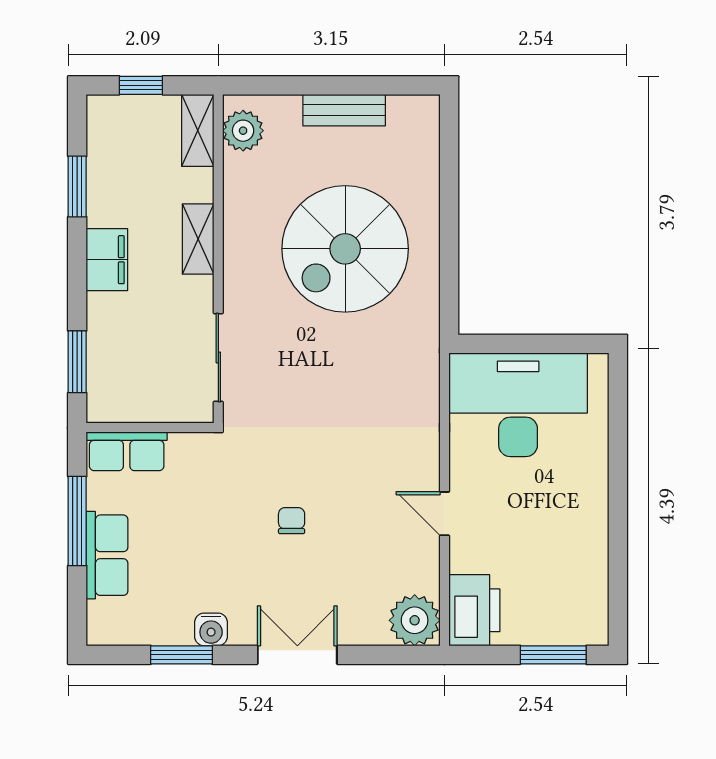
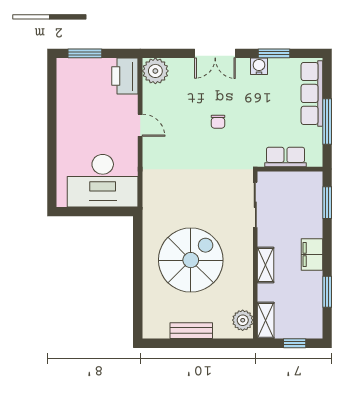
row of seats: (127, 451) -> (285, 157), moved
row of seats: (107, 555) -> (312, 93), width x1.48

